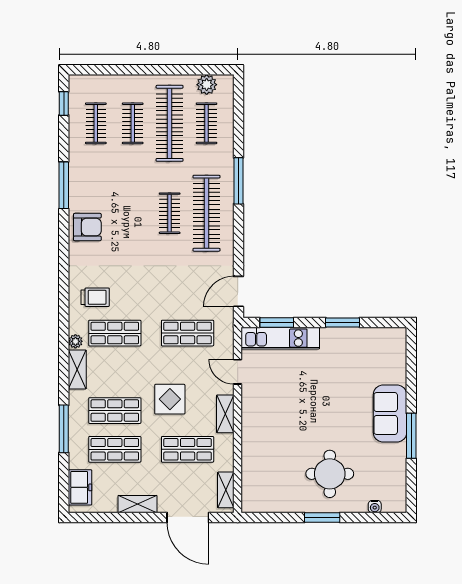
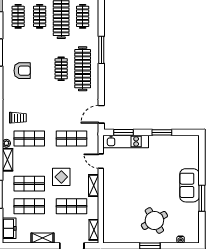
armchair: (87, 227) -> (22, 71), moved
round table: (330, 474) -> (154, 220), turned -30

